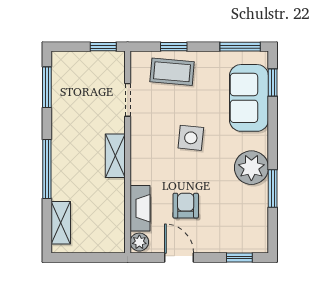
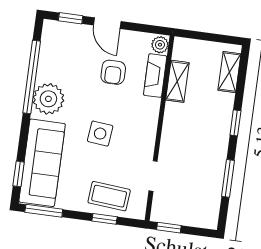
window: (47, 87) -> (228, 178), moved
sofa: (249, 98) -> (42, 163), width x1.36
shelving: (115, 156) -> (177, 81), moved
window: (47, 169) -> (235, 123), width x0.46
window: (273, 189) -> (32, 77), width x2.11
door: (179, 258) -> (107, 23), moved

